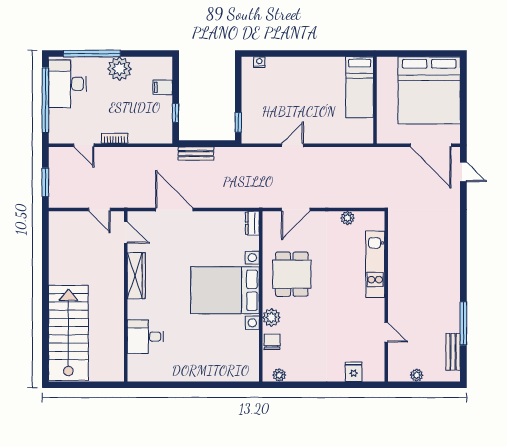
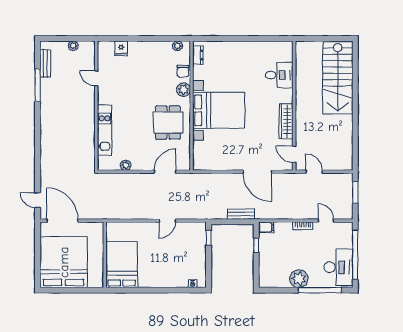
filing cabinet: (163, 87) -> (266, 227), moved
bed: (360, 87) -> (122, 265), width x1.50
dresser: (252, 223) -> (198, 55), moved

